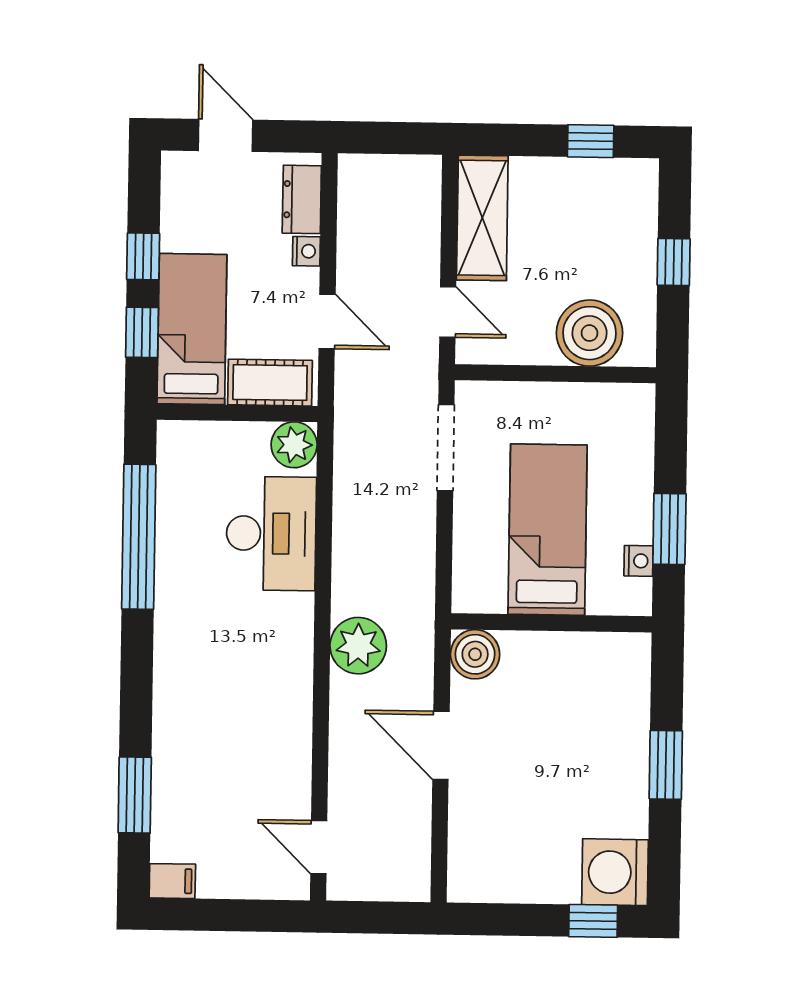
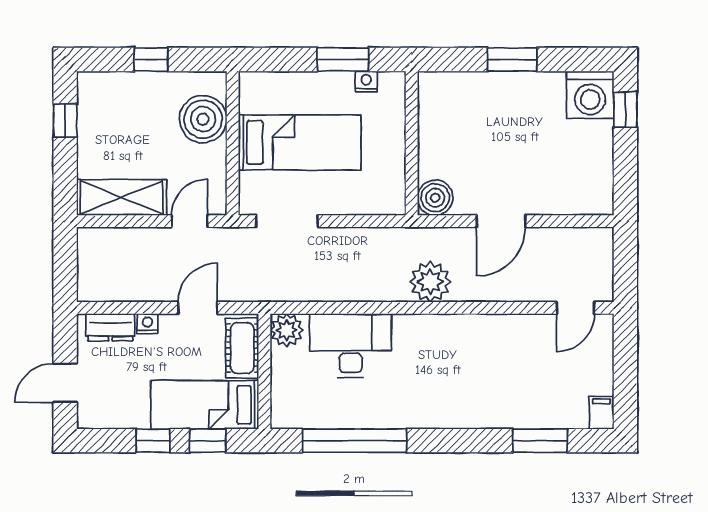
bed: (548, 530) -> (300, 142), moved, turned 180

